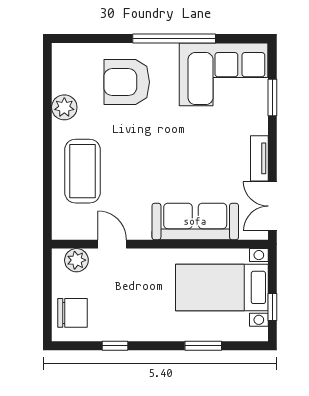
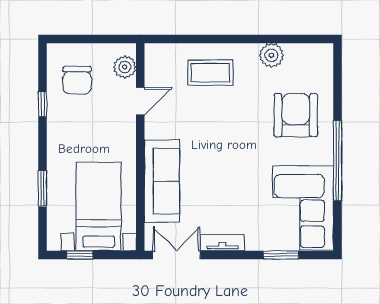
coffee table: (82, 171) -> (210, 73), width x0.73, depth x0.76
chair: (72, 313) -> (77, 80), moved

